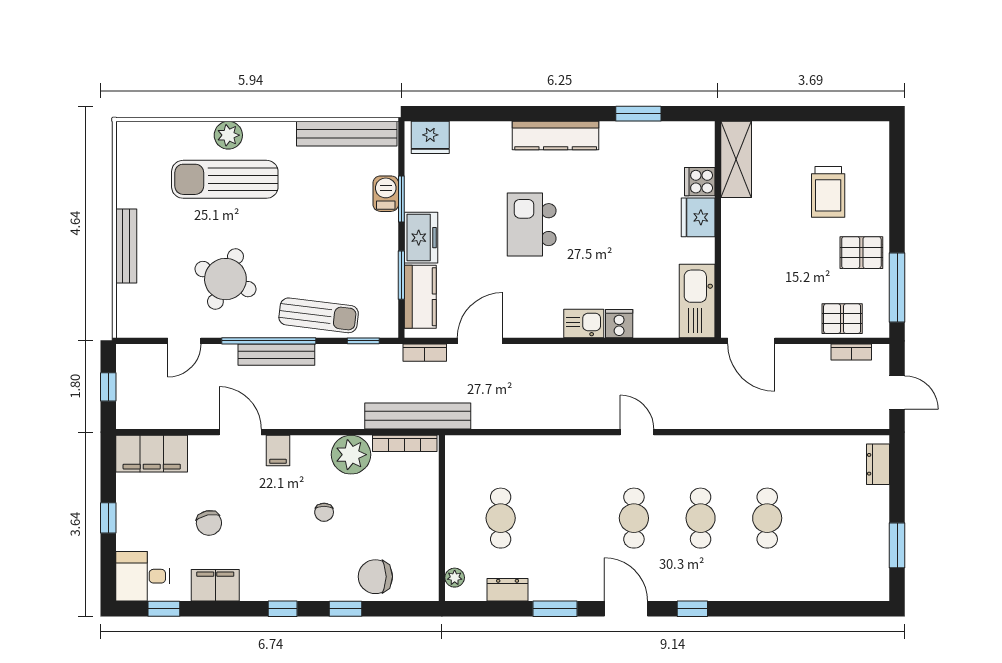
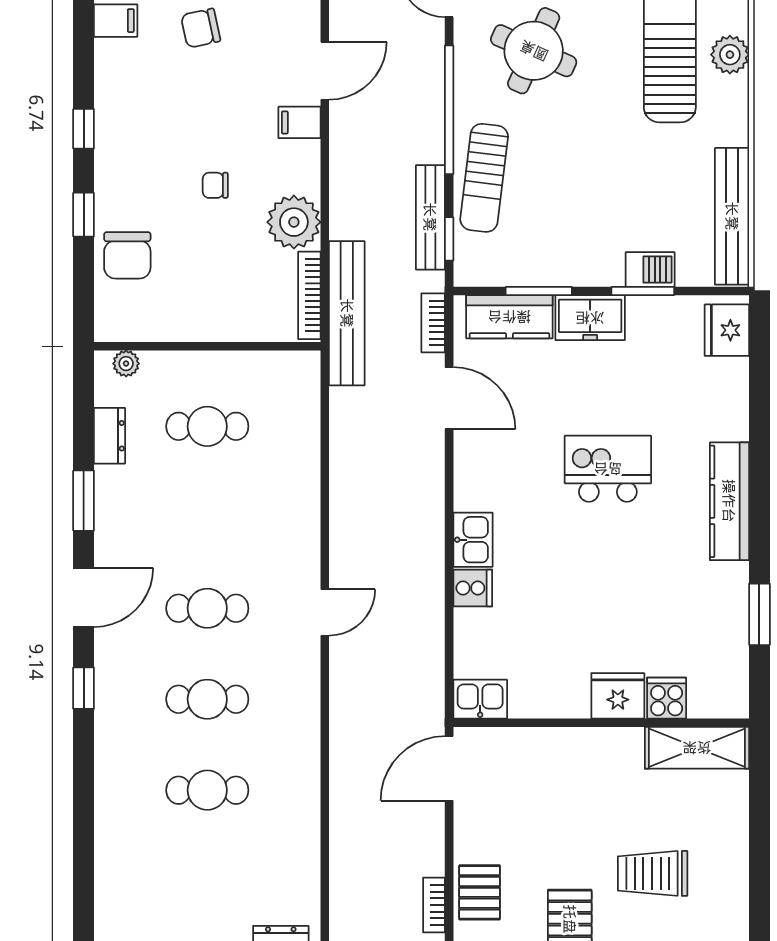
kitchen sink: (697, 301) -> (480, 699), width x0.53, depth x0.81
bench: (276, 355) -> (430, 217), moved
chair: (375, 577) -> (127, 255), turned 180
filing cabinet: (215, 585) -> (116, 21), width x0.50

